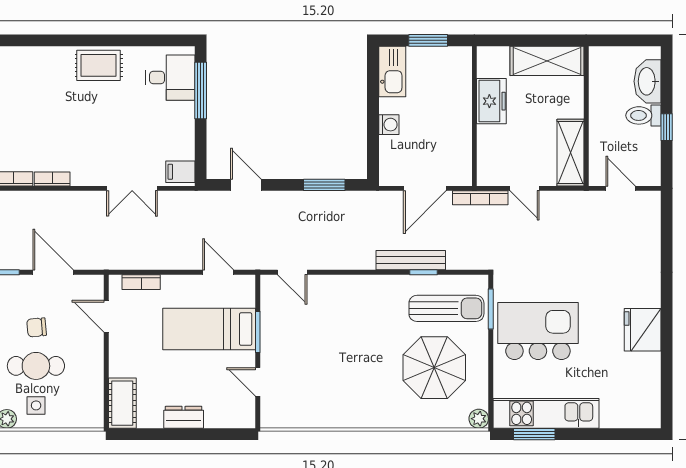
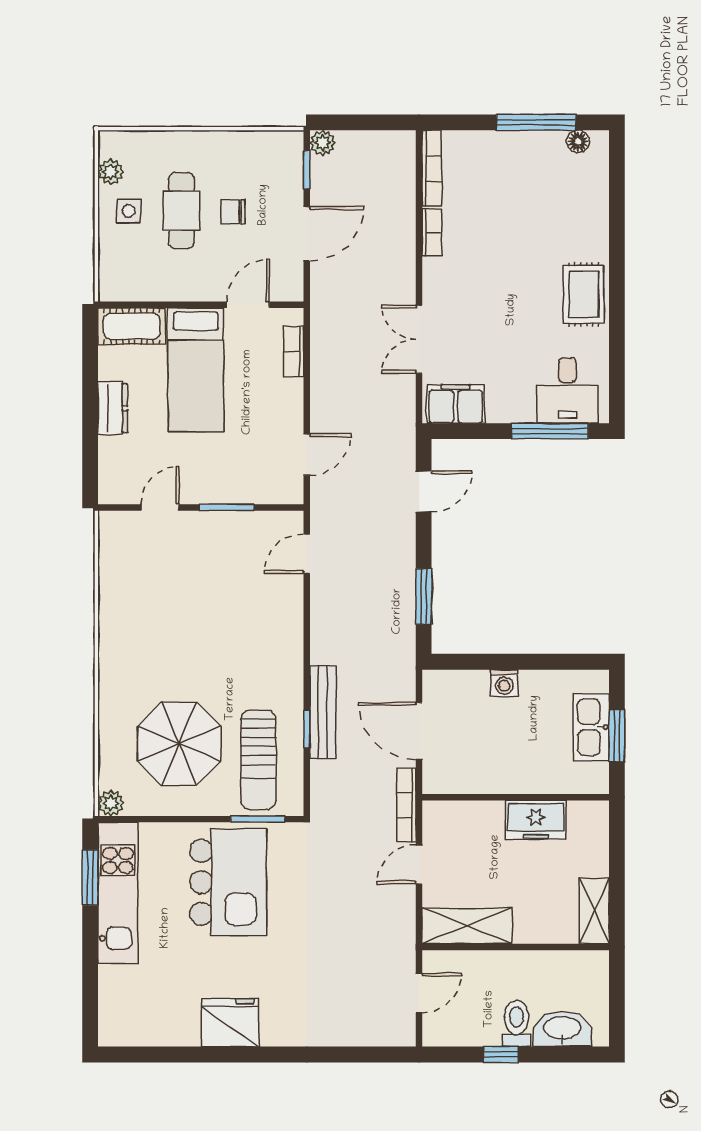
shelving: (547, 61) -> (594, 911), width x0.67, depth x0.75
kitchen sink: (392, 72) -> (591, 727), moved, turned 90
filing cabinet: (180, 172) -> (456, 404), width x2.00
chair: (37, 327) -> (233, 212), turned -85
bed: (209, 329) -> (196, 370), moved, turned 180

